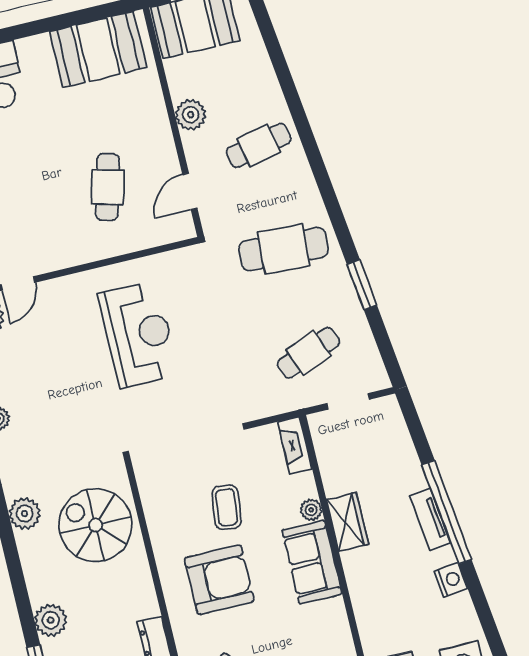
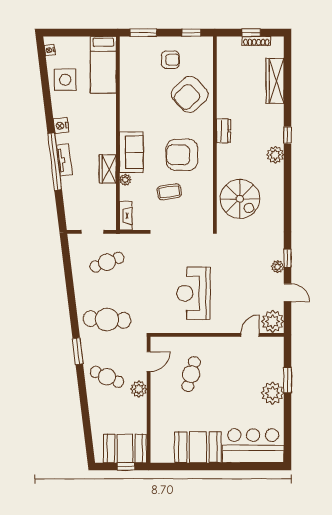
booth: (98, 49) -> (198, 447), moved
plant: (191, 115) -> (139, 389), moved
cafe table: (259, 145) -> (107, 377), turned 36
window: (362, 285) -> (78, 351), moved
coffee table: (227, 507) -> (169, 192), turned 75
plant: (25, 513) -> (275, 214), removed

